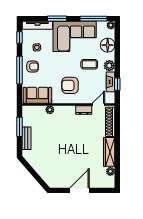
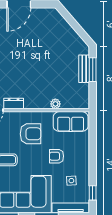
armchair: (33, 67) -> (56, 156), moved
window: (20, 70) -> (93, 153), removed
window: (20, 127) -> (93, 70), moved

